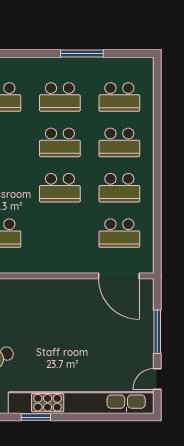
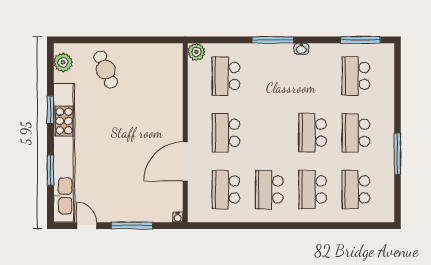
school desk: (60, 188) -> (226, 133), moved
door: (119, 276) -> (185, 162), moved
water cooler: (148, 284) -> (178, 217), added
window: (99, 417) -> (50, 170), added

